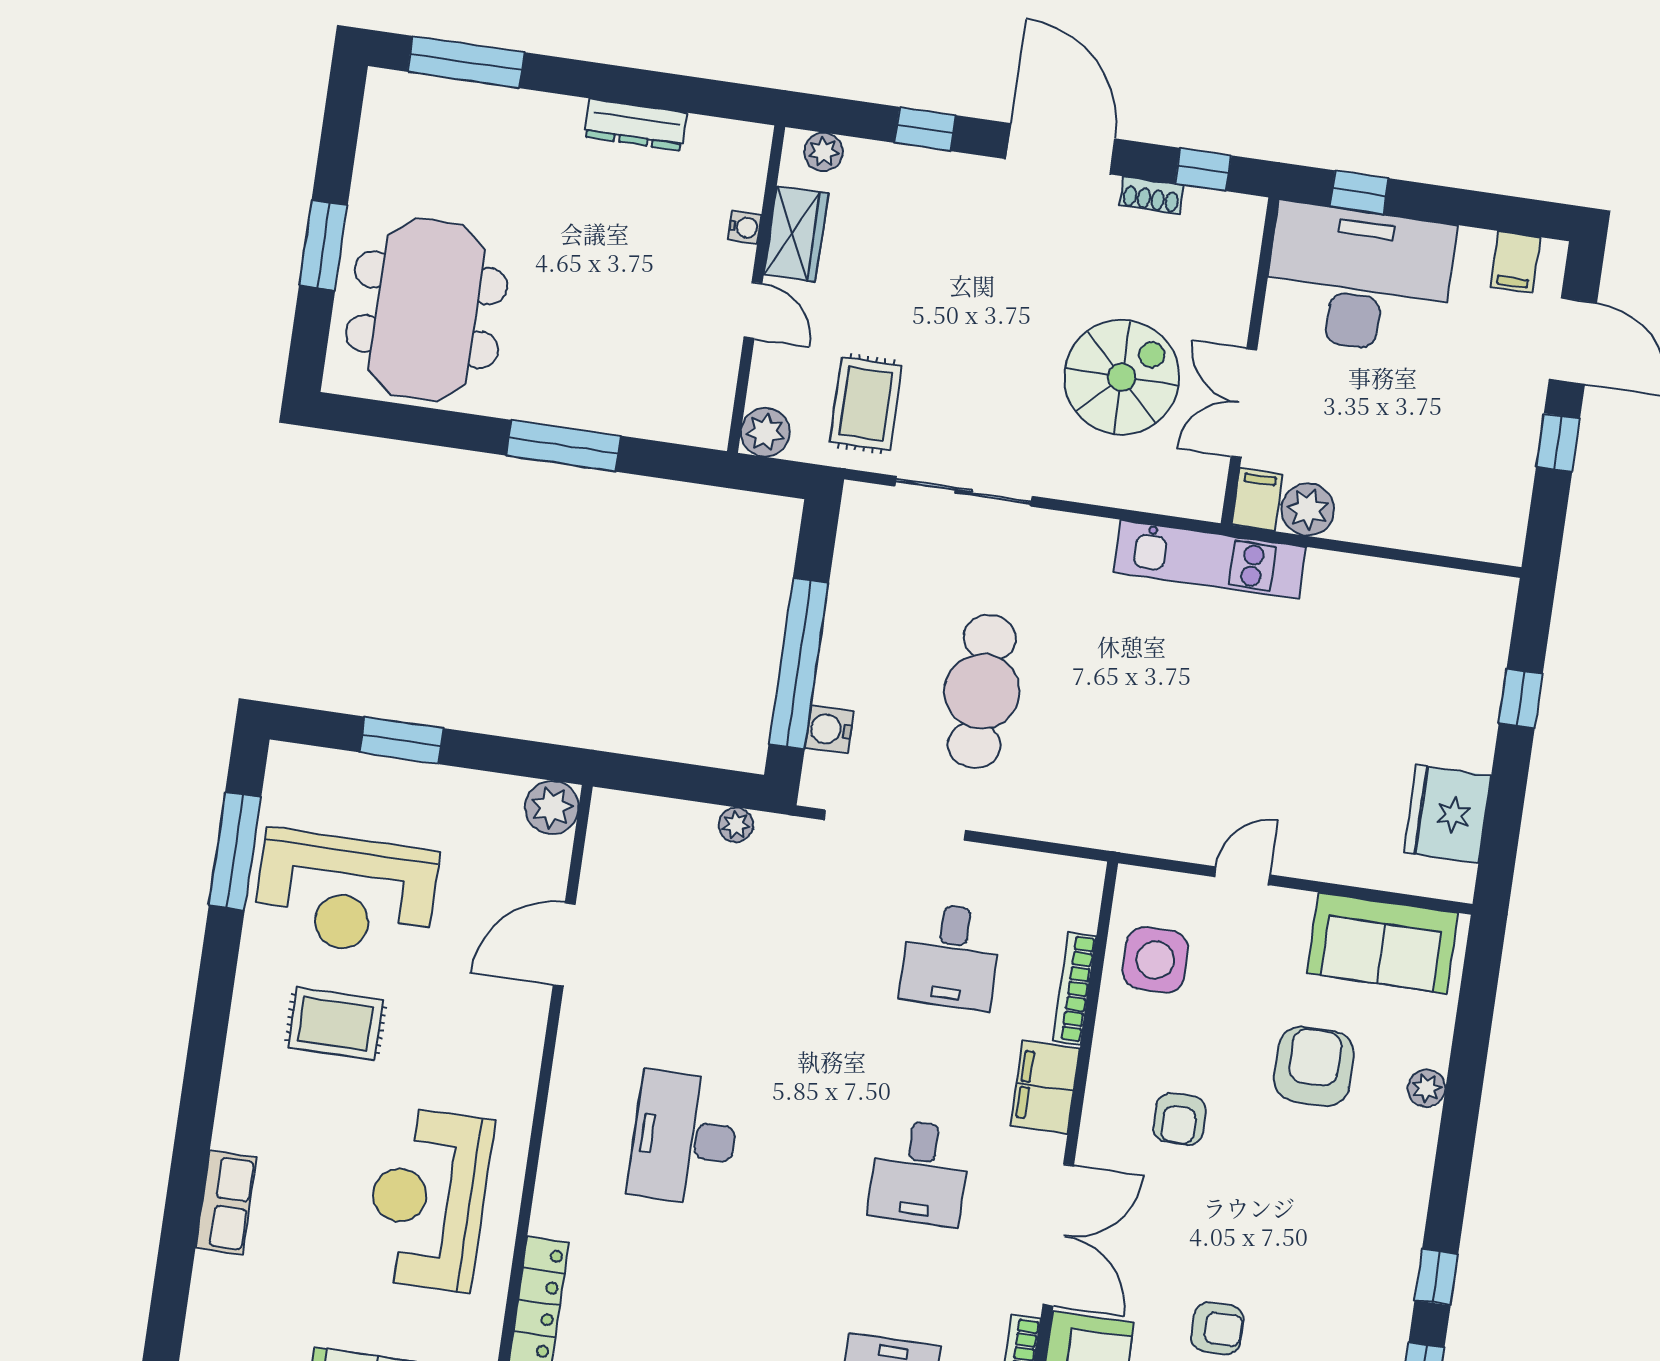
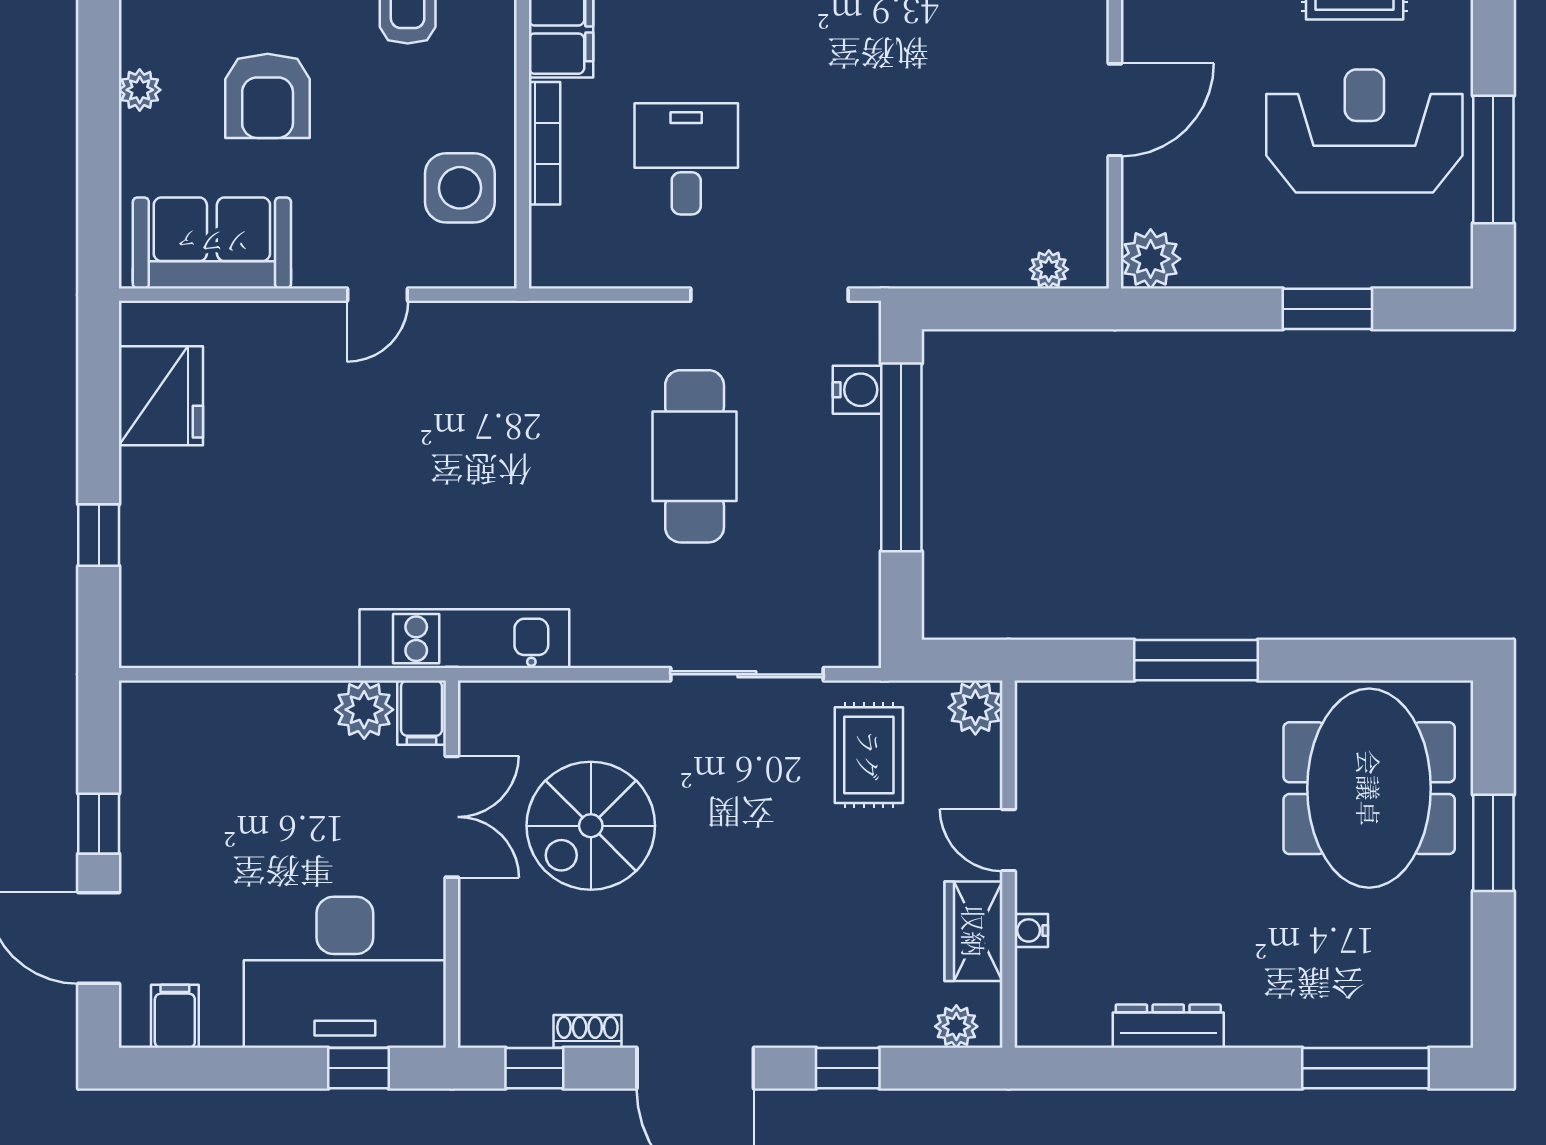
plant: (736, 825) -> (1049, 269), moved

